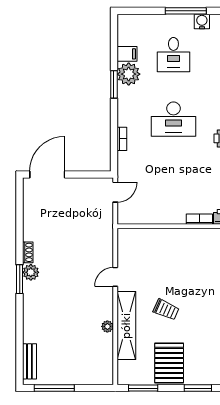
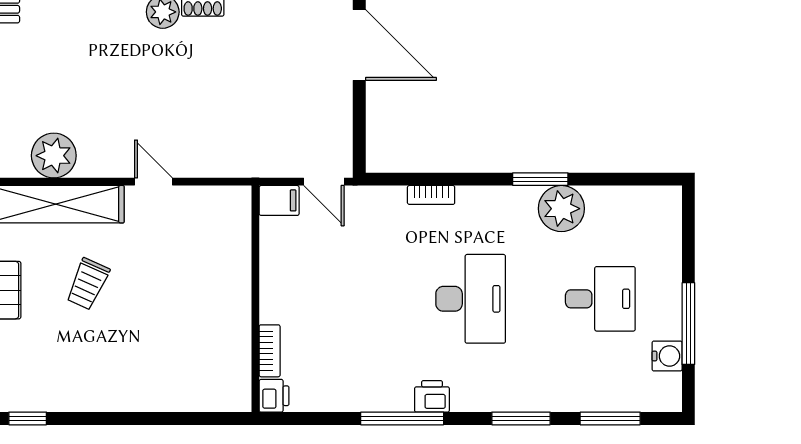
filing cabinet: (127, 54) -> (279, 200), moved, turned -90
desk: (173, 55) -> (600, 299), turned 180
desk: (173, 119) -> (471, 299), turned 180
plant: (107, 326) -> (54, 156), width x1.88, depth x1.88

